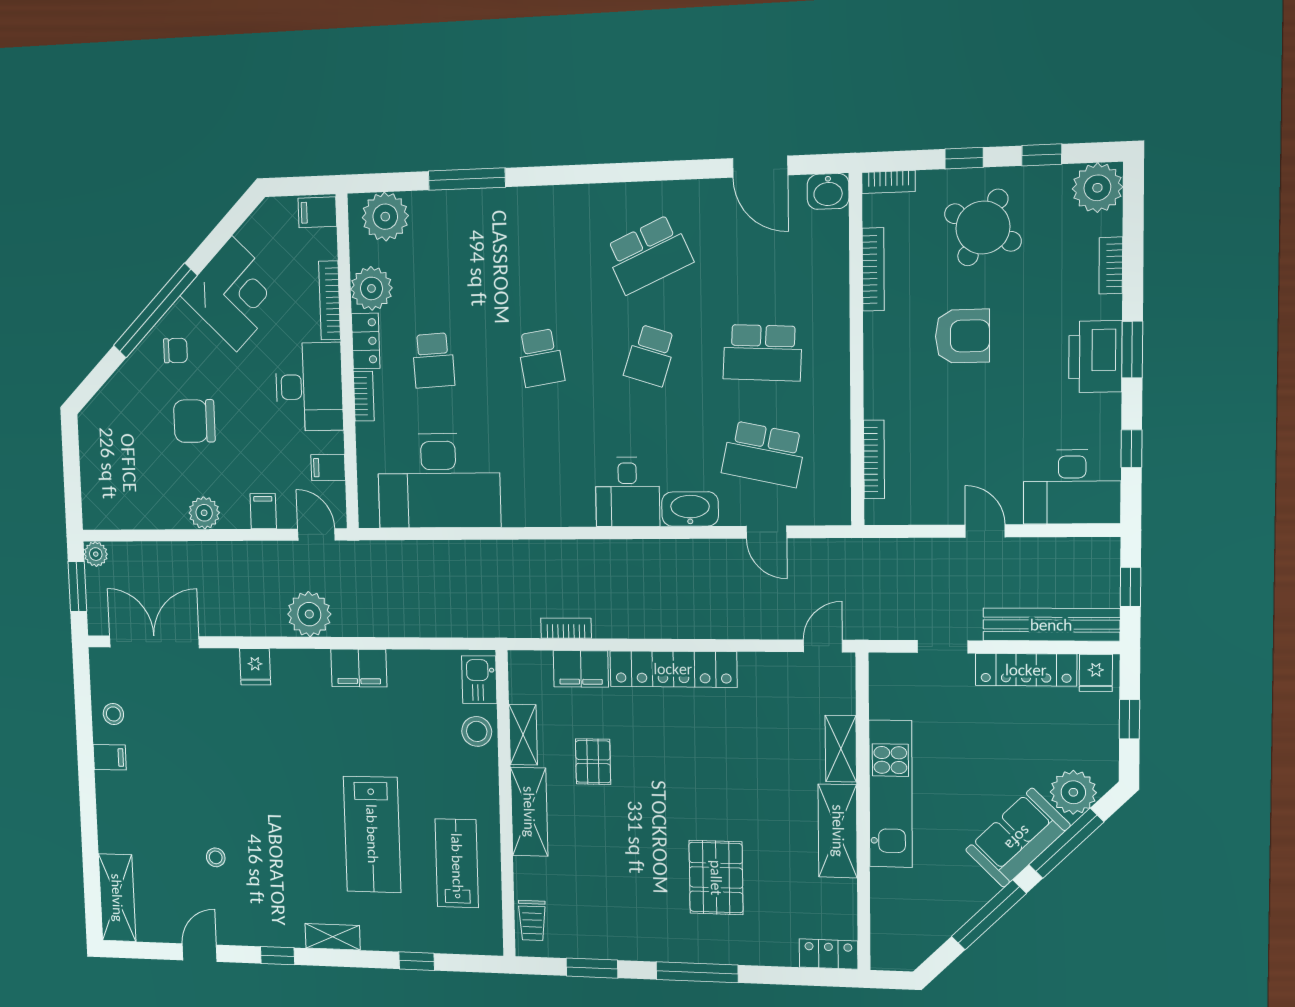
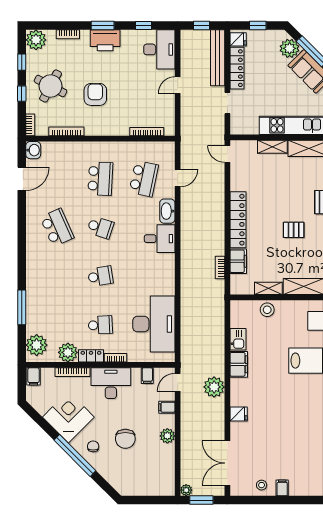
kitchen sink: (479, 680) -> (238, 339), moved, turned -90
pallet: (593, 762) -> (294, 230), moved

